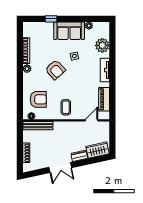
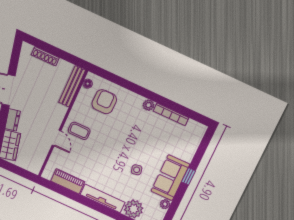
window: (51, 19) -> (188, 176), moved
armchair: (55, 70) -> (131, 139), removed
tv unit: (105, 70) -> (103, 198), width x1.41
armchair: (38, 99) -> (104, 102), turned 180
door: (92, 120) -> (56, 138), moved

